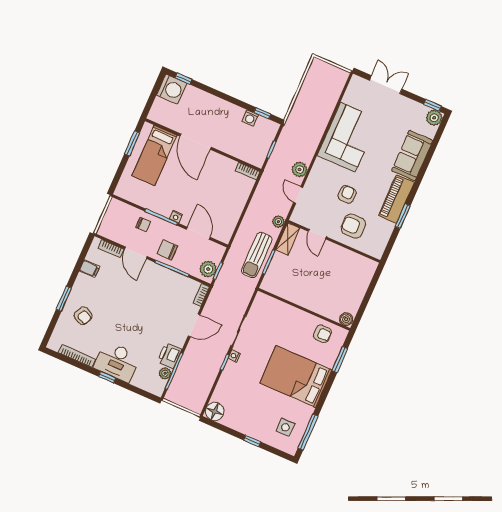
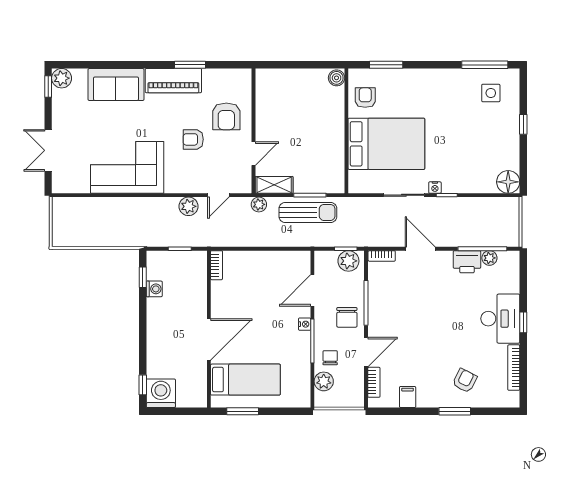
plant: (128, 212) -> (324, 381), added
bed: (296, 376) -> (386, 144), moved, turned -90

